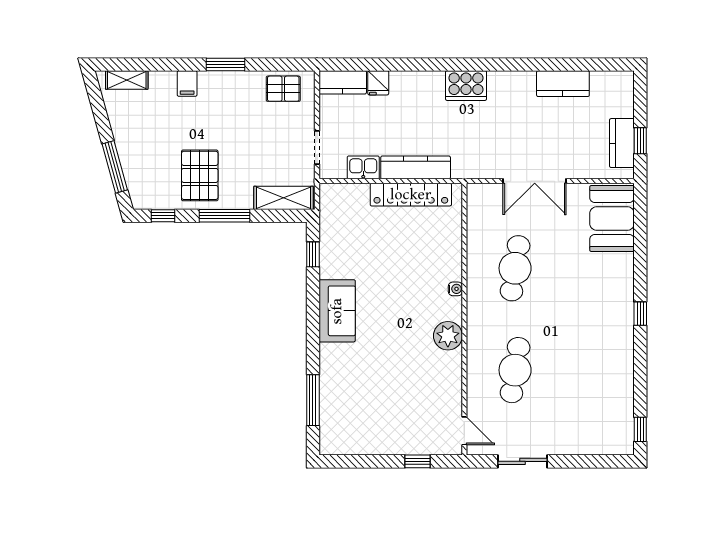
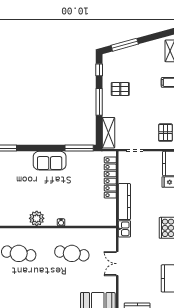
kitchen sink: (363, 167) -> (124, 229), moved
pallet: (200, 175) -> (120, 89), width x0.67, depth x0.71
double door: (535, 181) -> (117, 264), width x0.73
locker: (411, 195) -> (110, 178), moved
window: (313, 254) -> (79, 148), width x2.17

